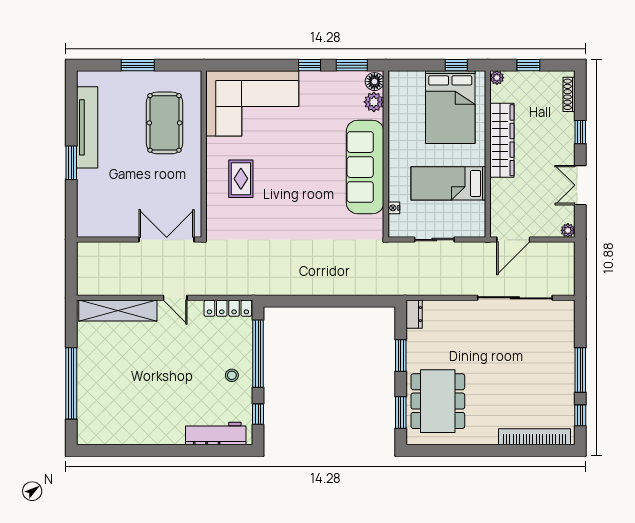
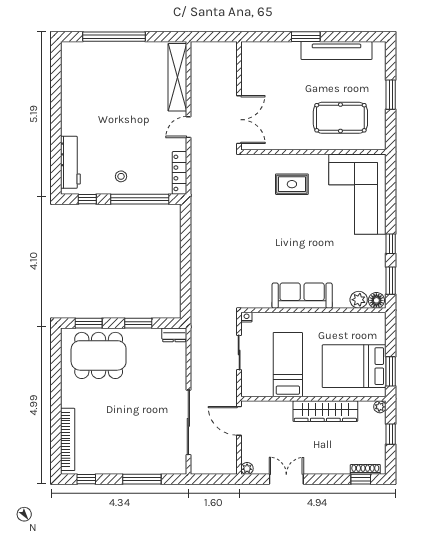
window: (456, 65) -> (391, 371), width x1.50
window: (580, 132) -> (361, 479), moved
sofa: (365, 167) -> (302, 296), width x0.74, depth x0.79
nightstand: (394, 208) -> (247, 317), moved
window: (580, 370) -> (142, 479), moved

